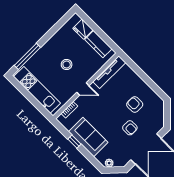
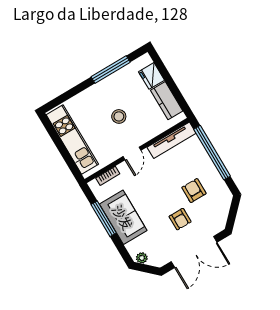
window: (27, 56) -> (111, 69), moved
window: (141, 74) -> (212, 153), added
door: (83, 89) -> (132, 153), hinge flipped
window: (74, 142) -> (104, 219), width x2.17

